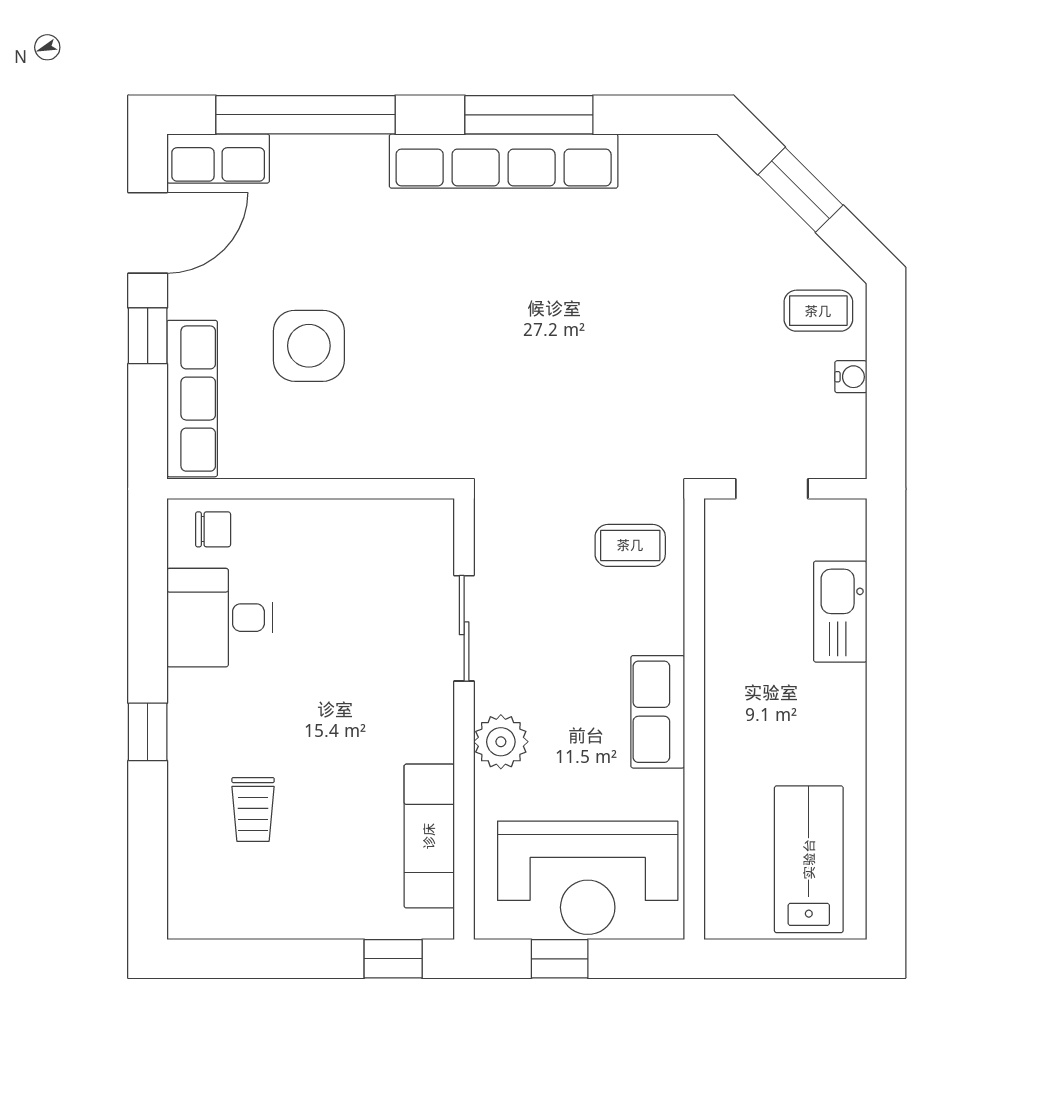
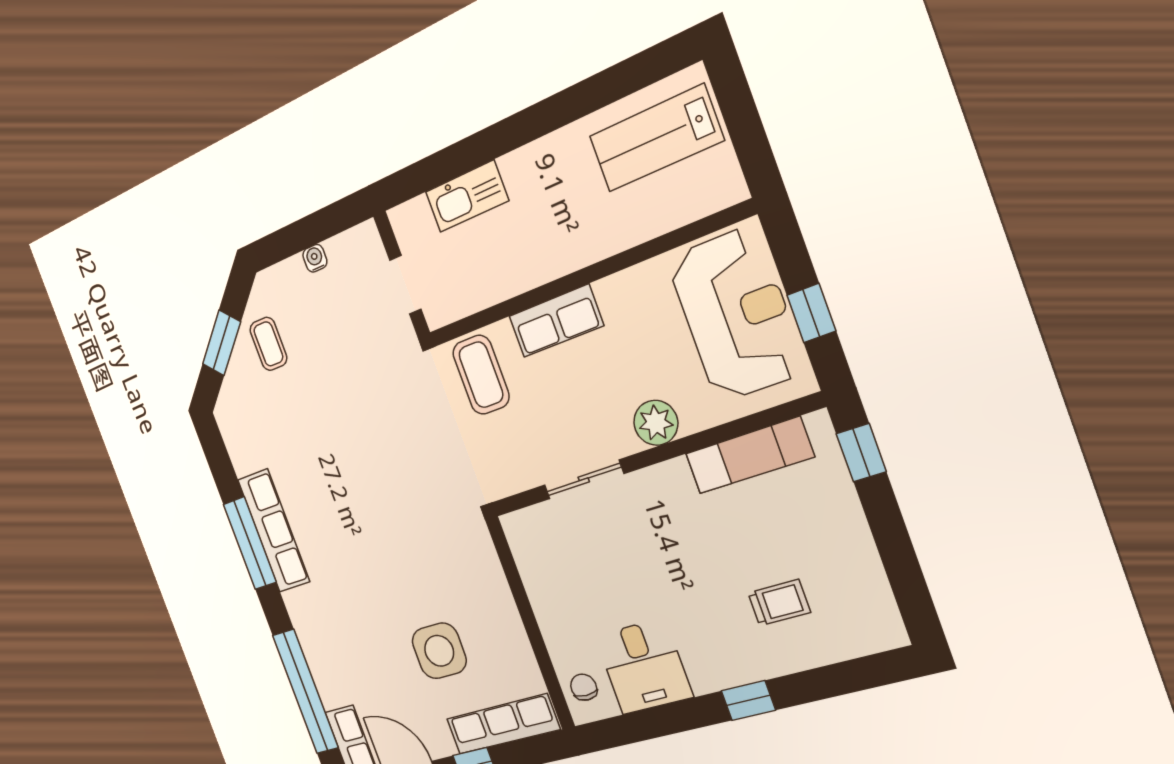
row of seats: (504, 161) -> (274, 531), width x0.73
coffee table: (818, 311) -> (268, 344), moved
coffee table: (630, 545) -> (481, 375), width x1.36, depth x1.30
row of seats: (658, 712) -> (556, 321), moved

